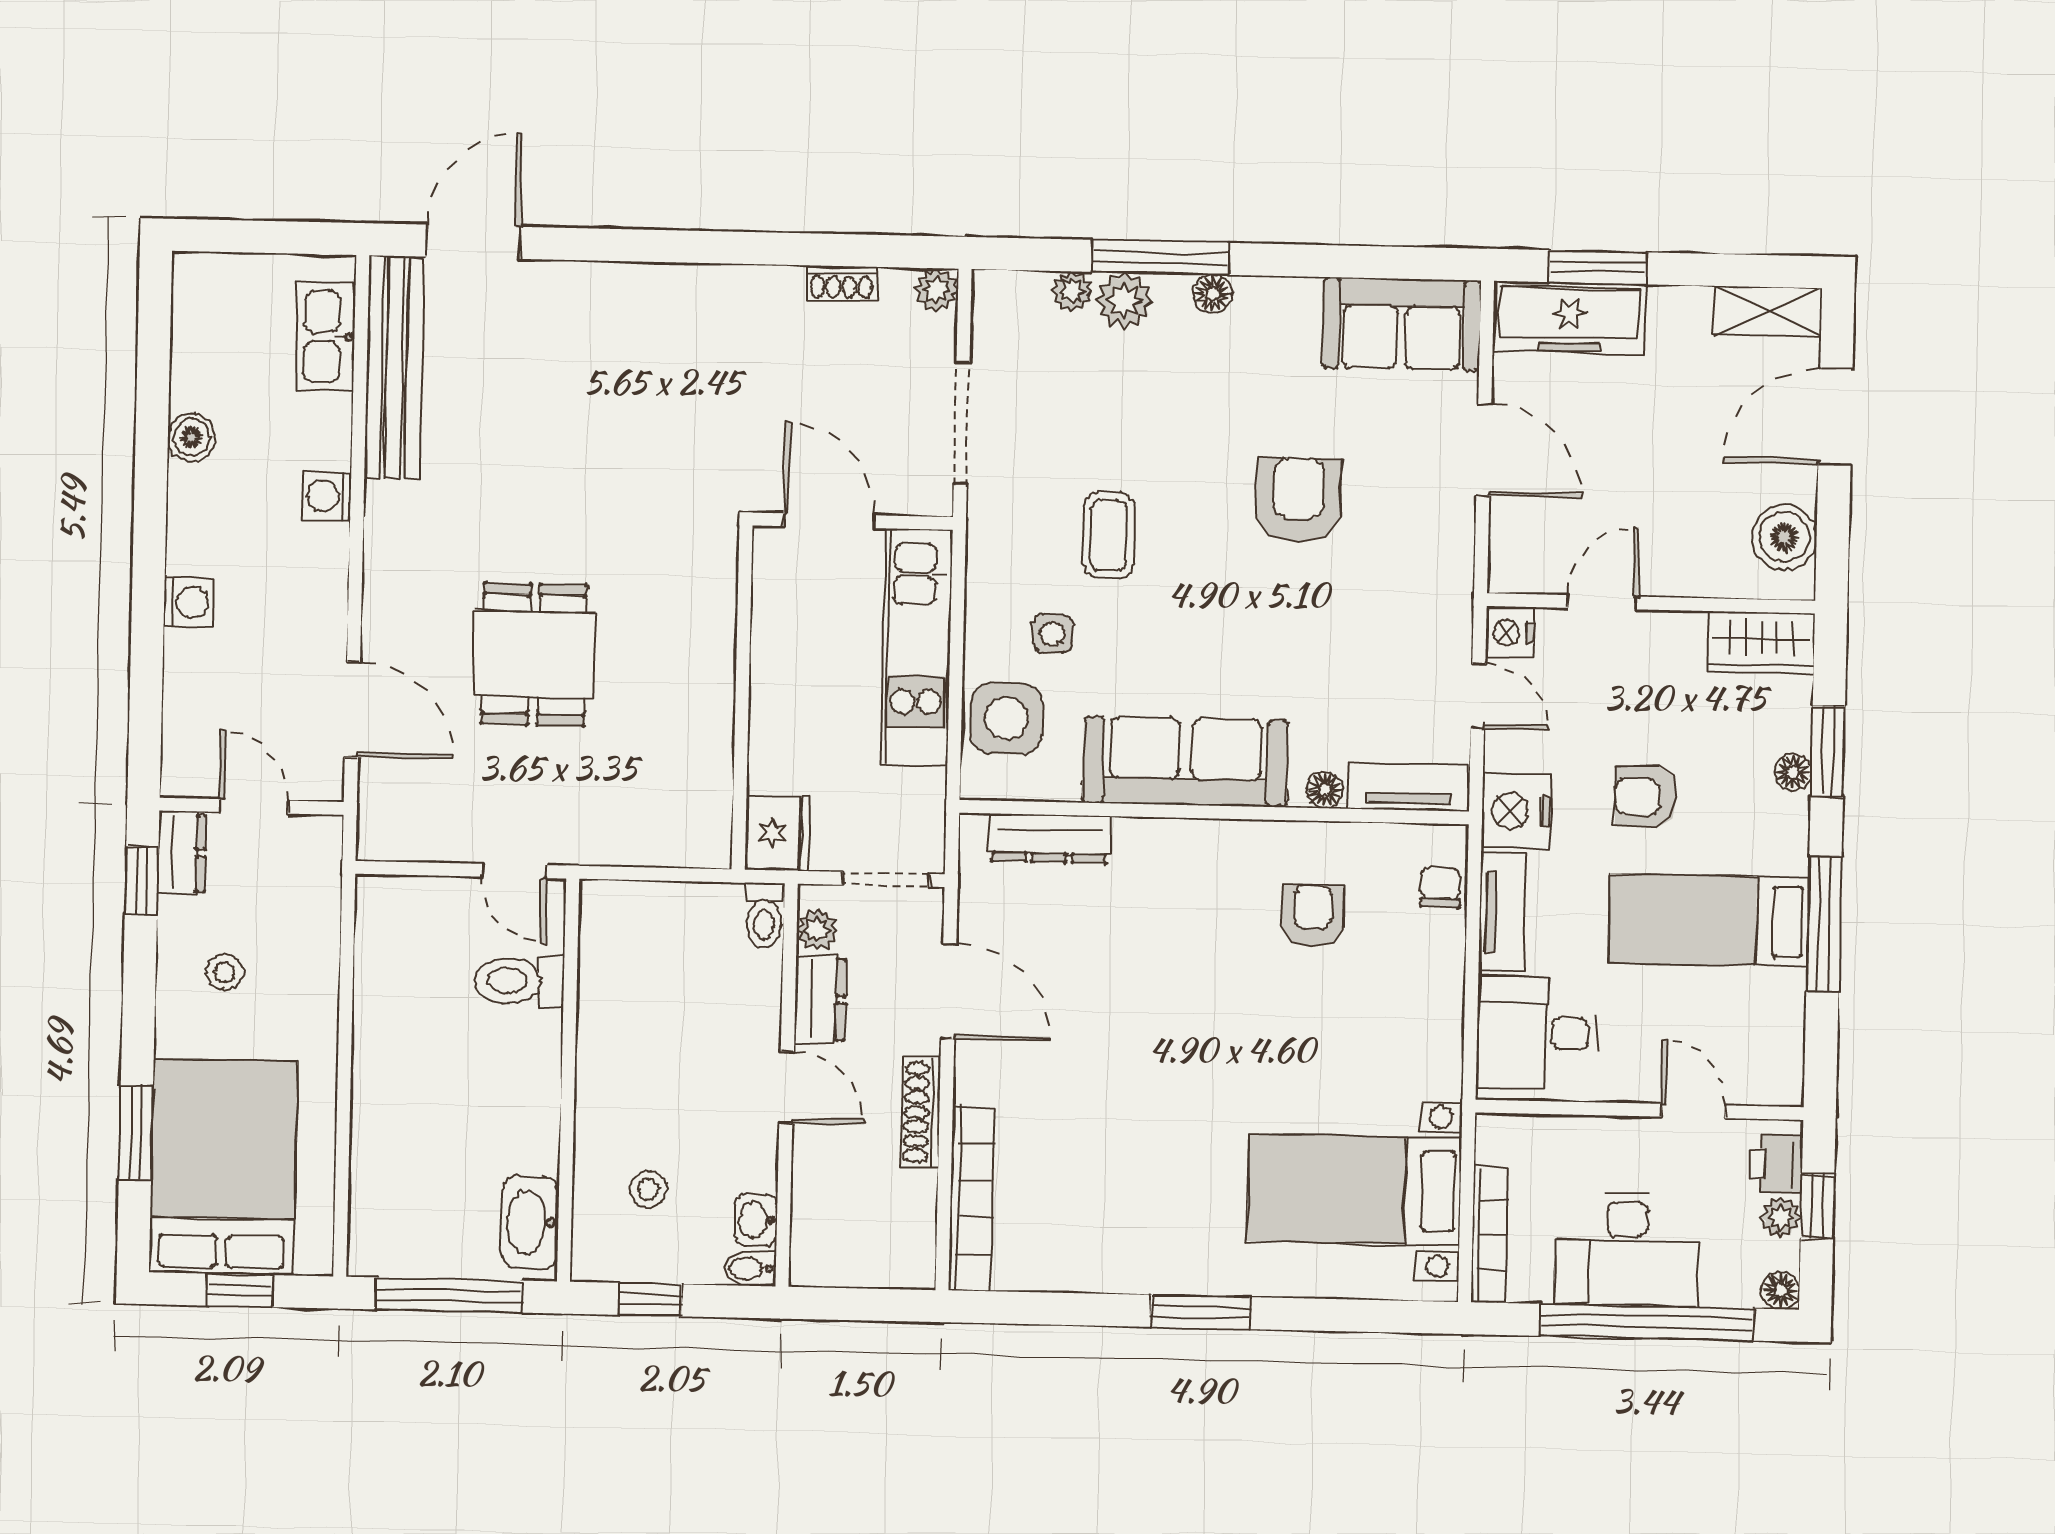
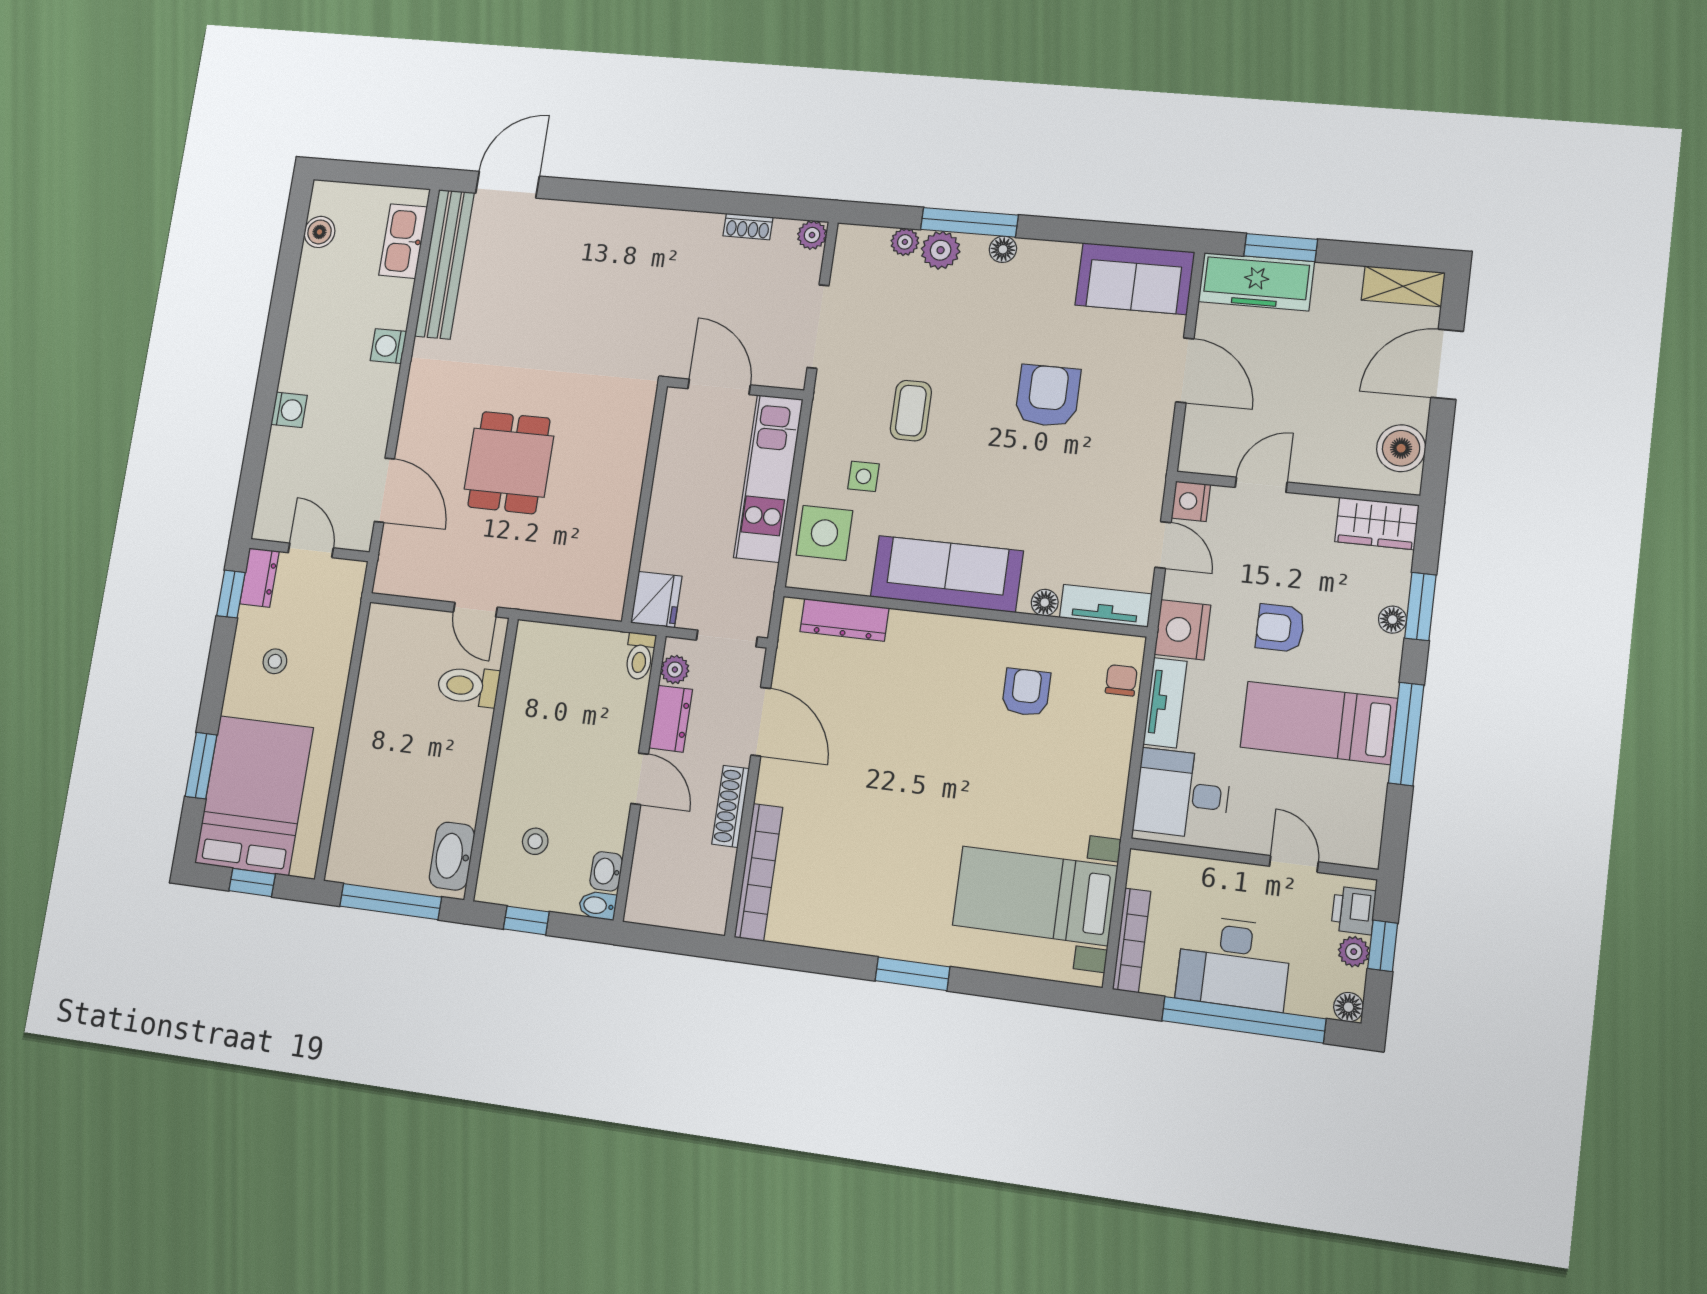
boiler: (192, 437) -> (319, 232), moved

